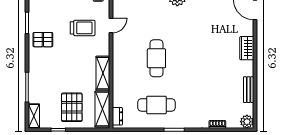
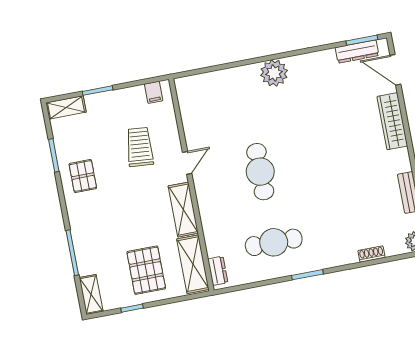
door: (111, 26) -> (187, 163), moved
trolley: (83, 28) -> (140, 147), turned -85
pallet: (43, 40) -> (83, 176), turned 90
wardrobe: (247, 48) -> (392, 121), width x1.50

